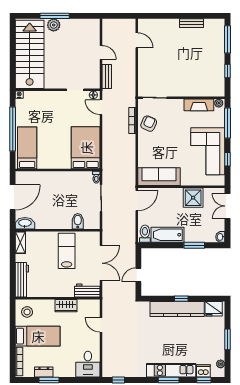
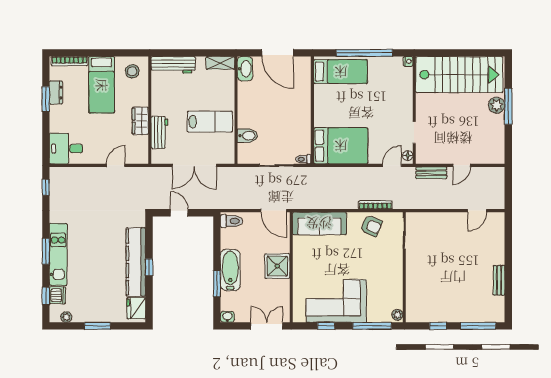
fireplace: (199, 105) -> (395, 290), removed
sofa: (159, 177) -> (319, 223), moved, turned 90
shower: (193, 198) -> (277, 266), moved
bathtub: (167, 235) -> (230, 270), moved
workbench: (87, 290) -> (159, 132), moved

